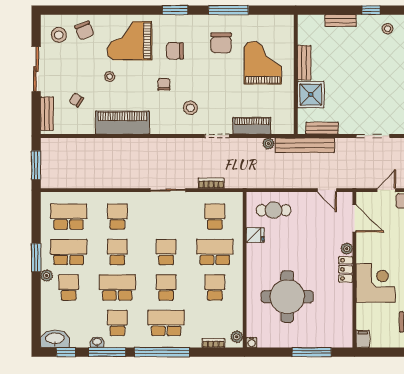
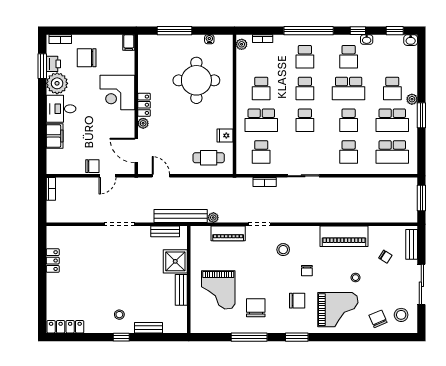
stool: (388, 29) -> (119, 315), moved
school desk: (166, 323) -> (305, 57), width x0.54
washbasin: (55, 339) -> (411, 40), width x0.52, depth x0.69
water cooler: (252, 342) -> (209, 39), moved
window: (107, 352) -> (358, 31), width x0.46

